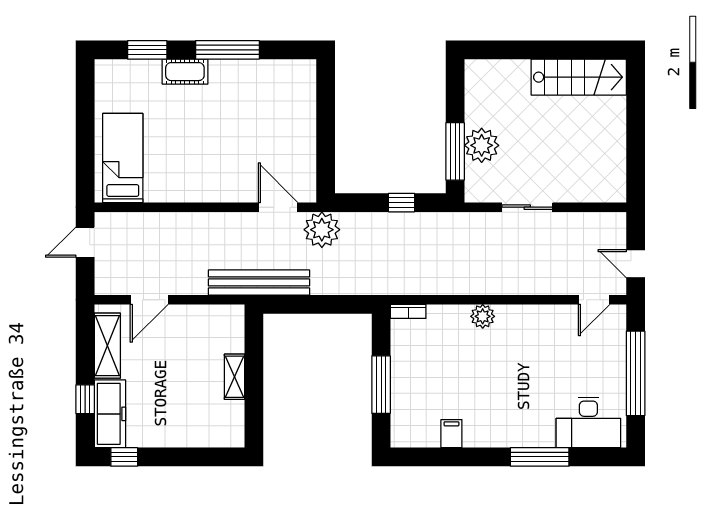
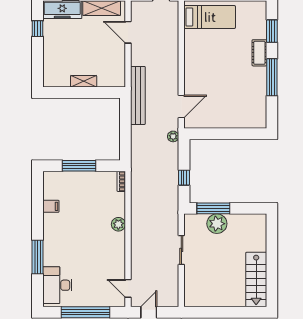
plant: (322, 230) -> (173, 136), width x0.53, depth x0.53
window: (124, 457) -> (37, 29), moved

